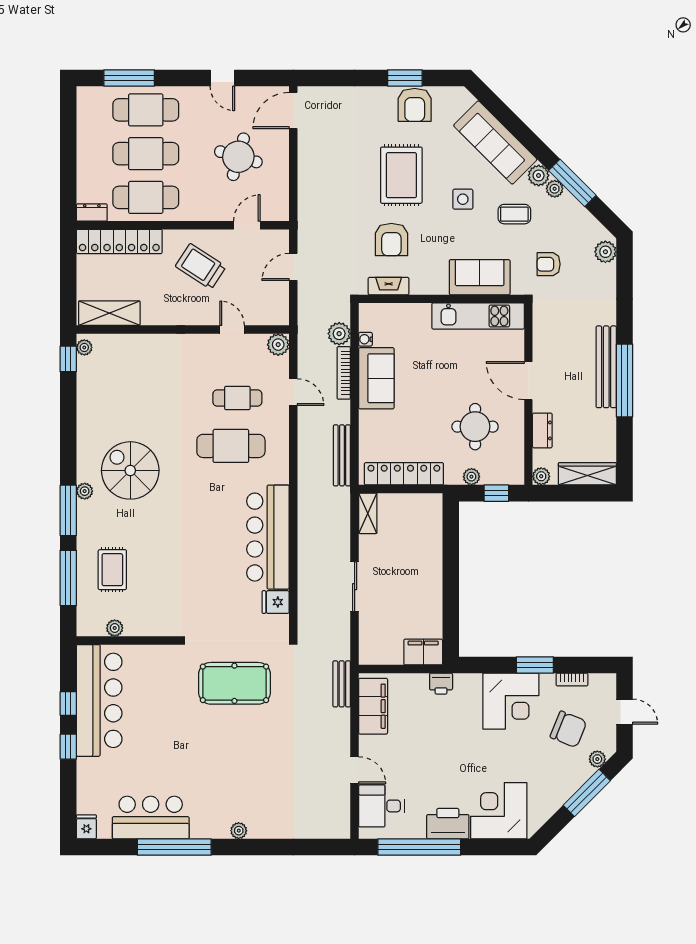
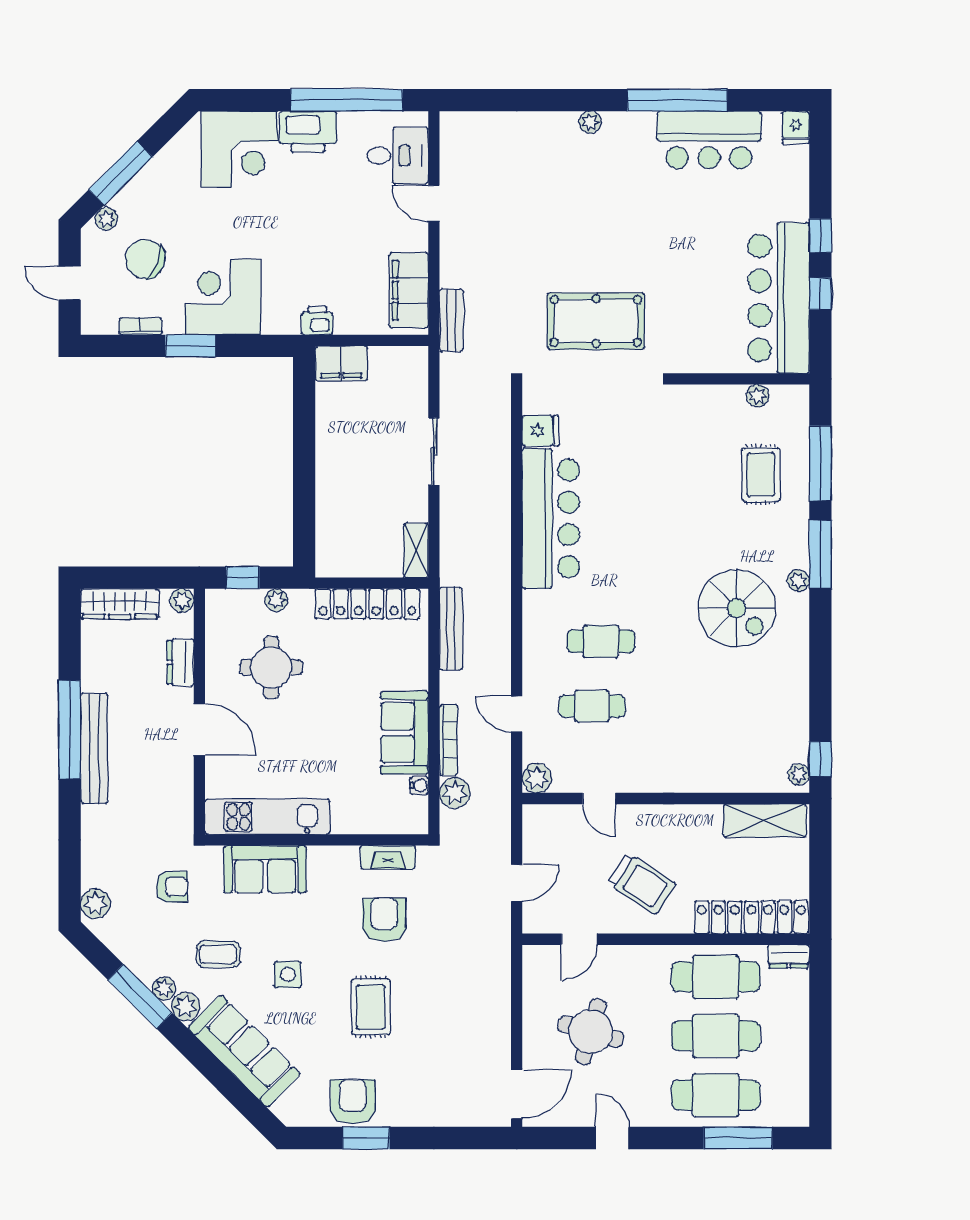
rug: (401, 175) -> (371, 1007), width x0.73, depth x0.70
cafe table: (231, 446) -> (601, 641), width x0.73, depth x0.74

